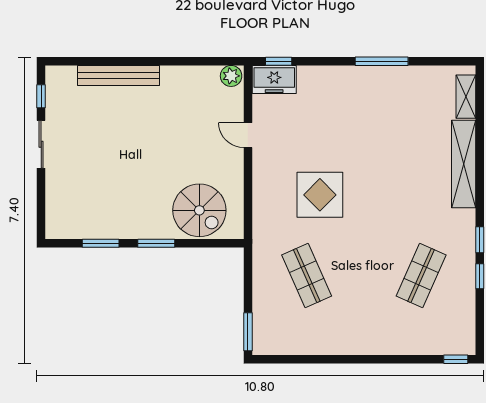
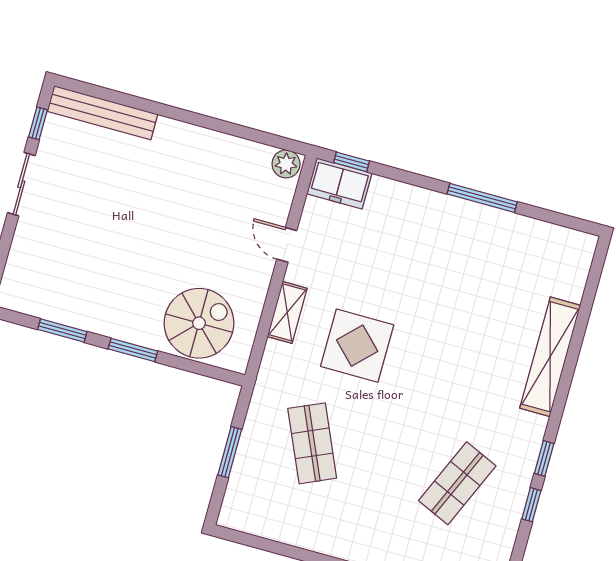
bench: (119, 75) -> (102, 113), moved
shelving: (466, 97) -> (287, 312), moved
spiral stairs: (199, 210) -> (199, 323), turned -90
window: (248, 332) -> (230, 452), moved

